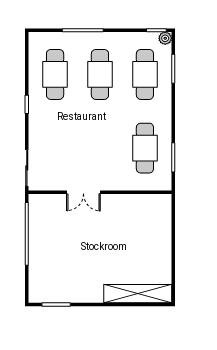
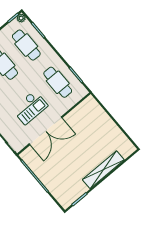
checkout: (88, 150) -> (30, 107), added
double door: (83, 192) -> (46, 131), width x1.87
shelving: (138, 294) -> (103, 170), moved

